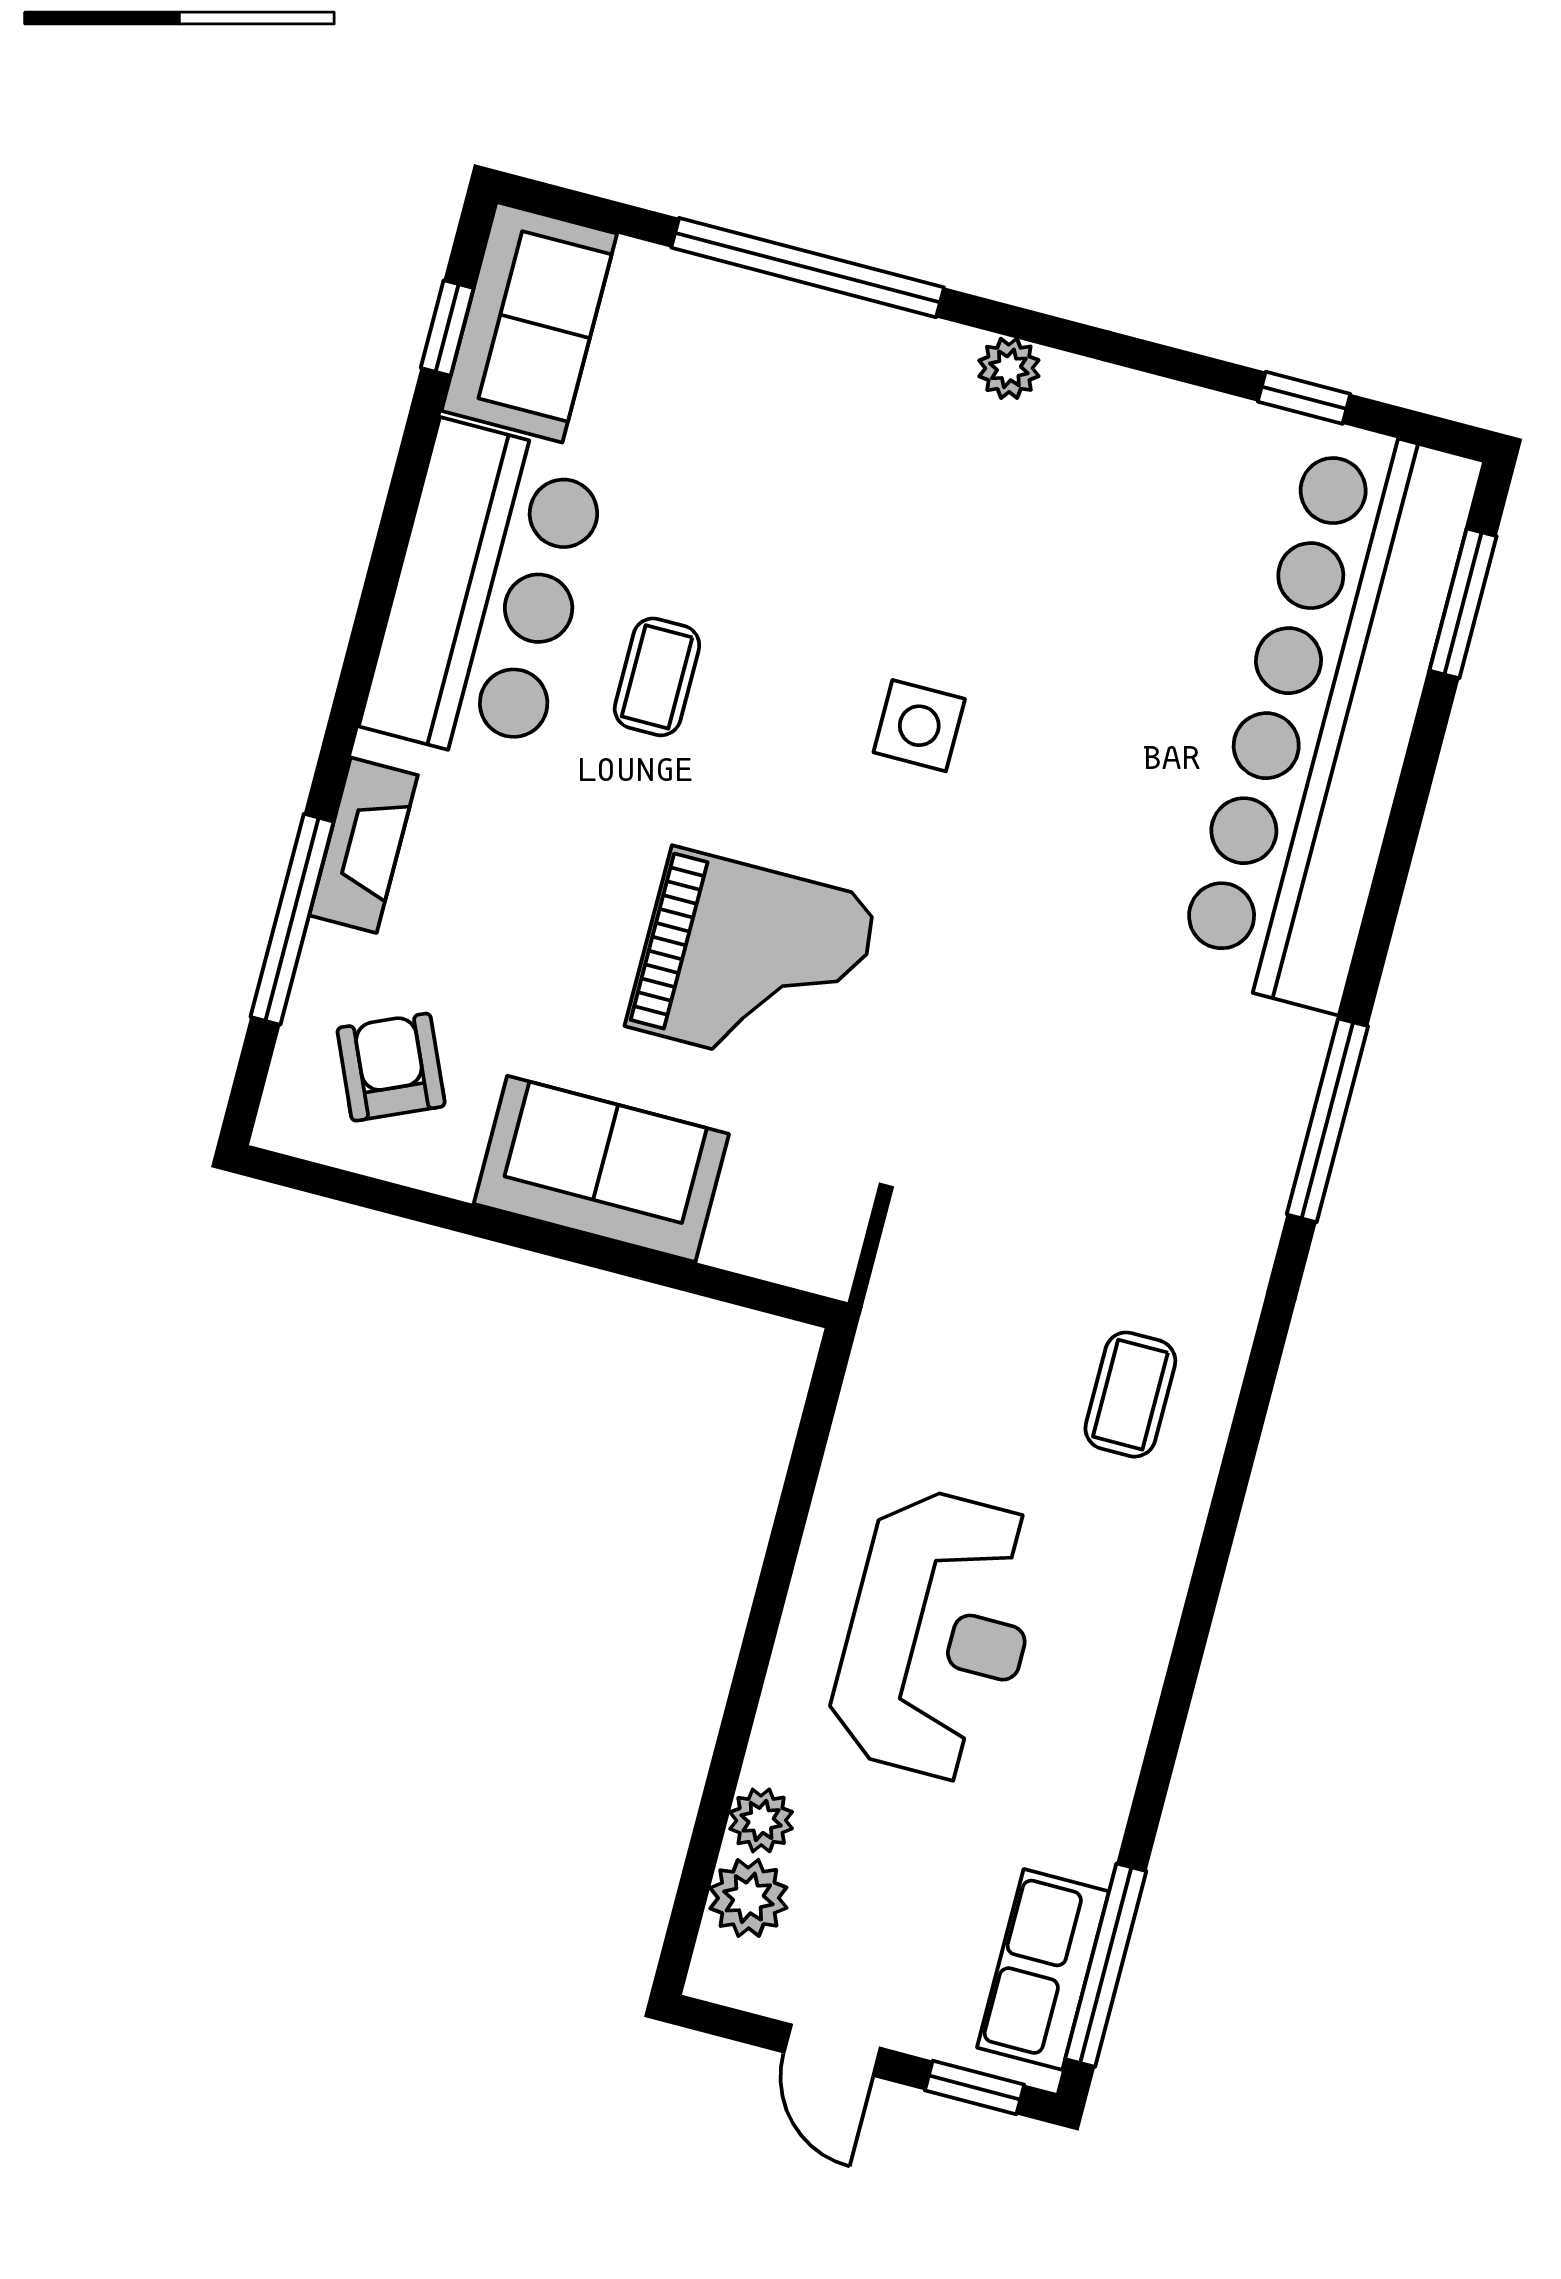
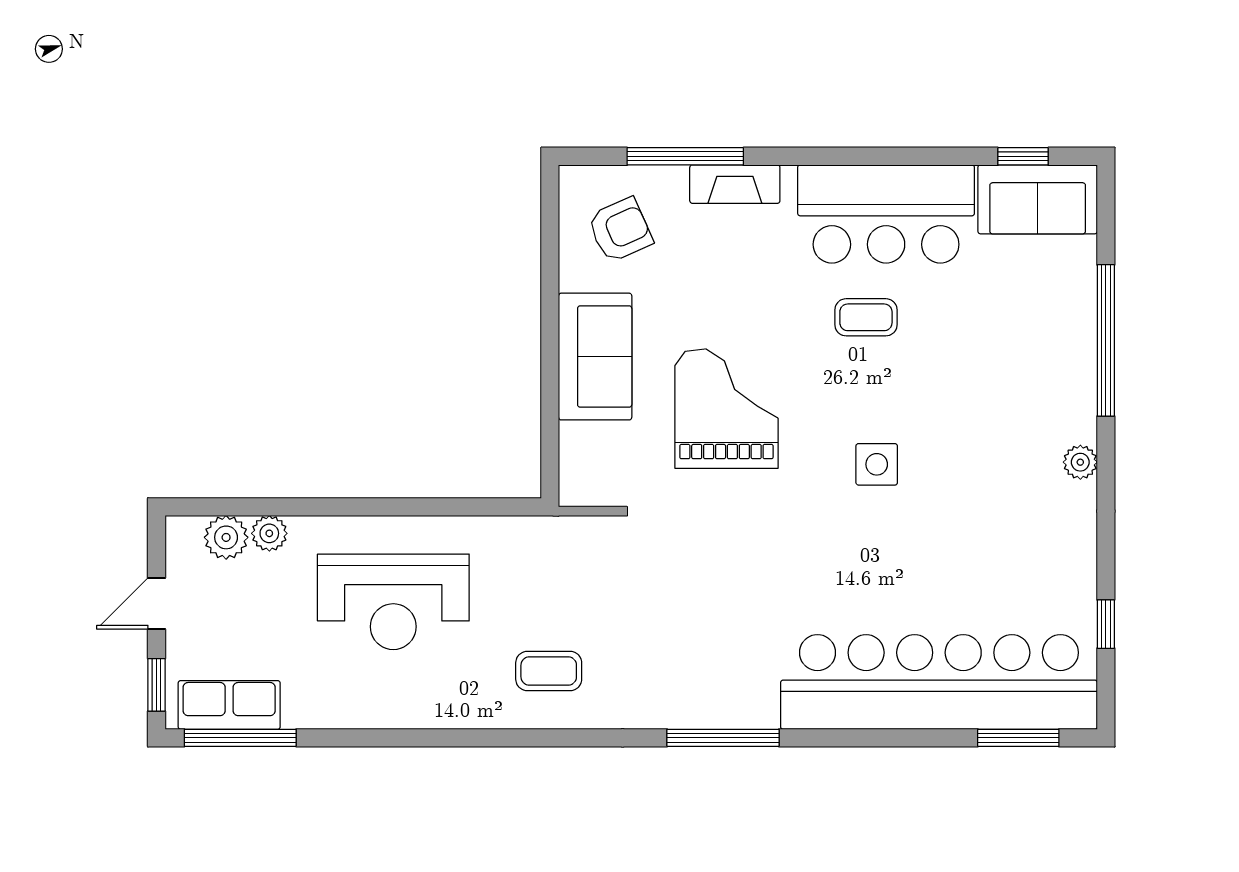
grand piano: (753, 963) -> (726, 409), turned 180

